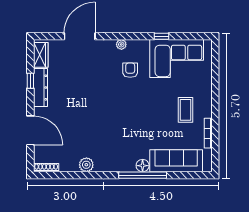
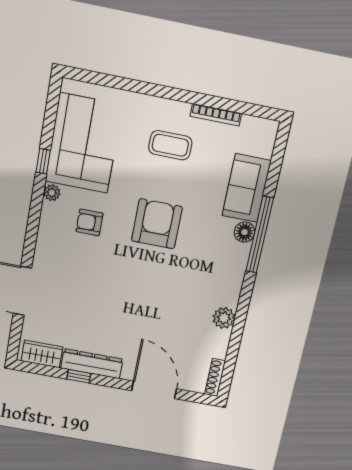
plant: (121, 44) -> (52, 193), moved
armchair: (137, 111) -> (157, 224), added
door: (30, 130) -> (154, 390), hinge flipped
sofa: (176, 161) -> (247, 188), width x0.73

